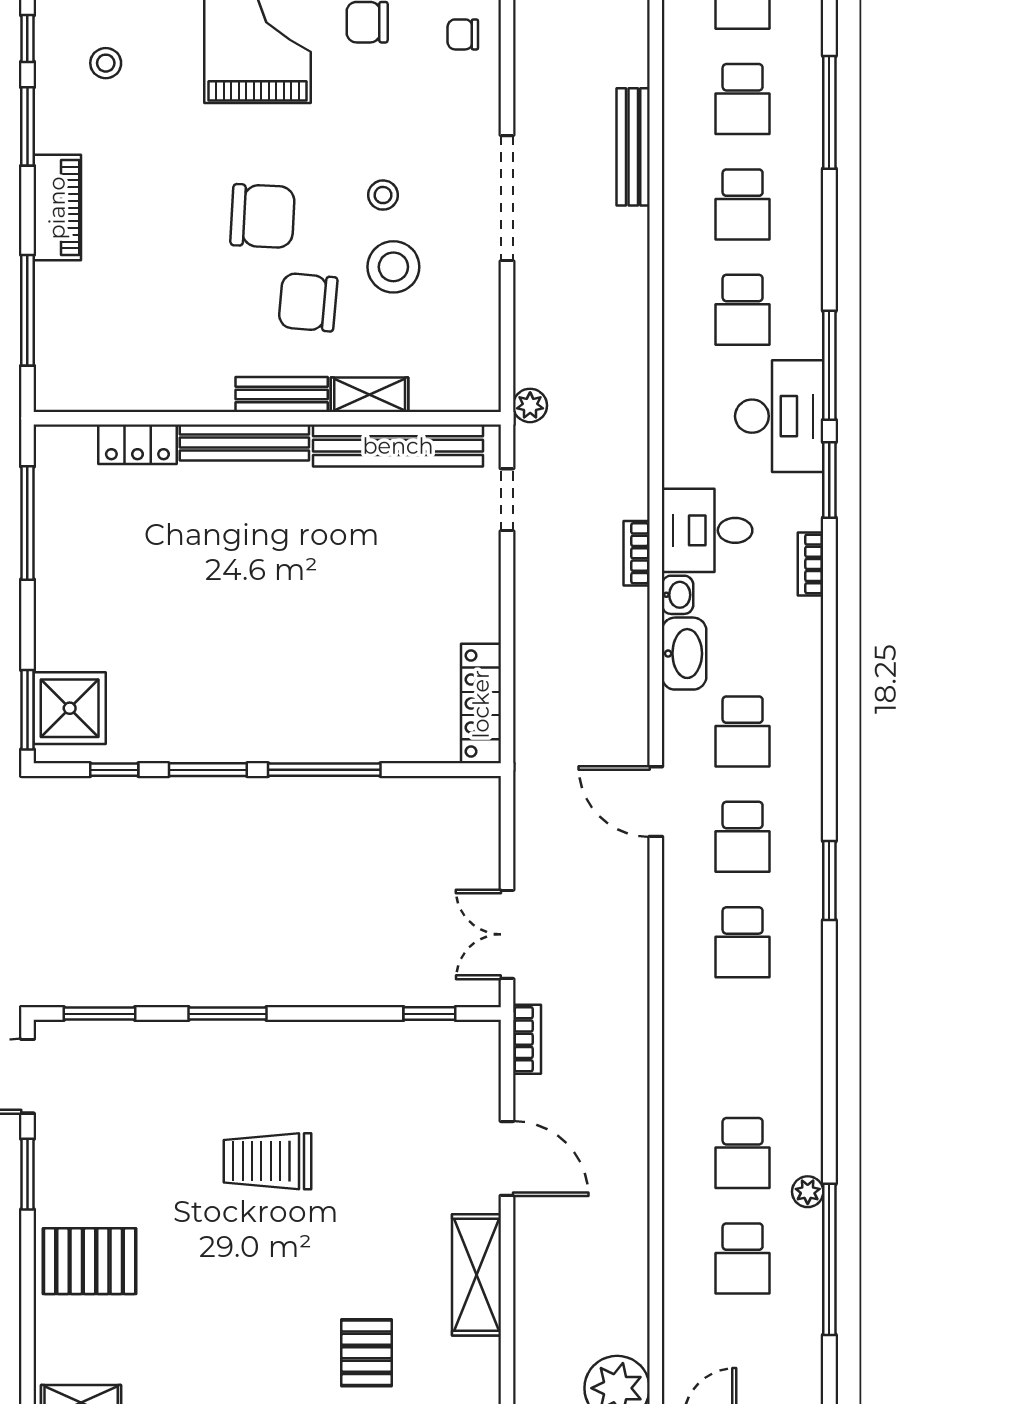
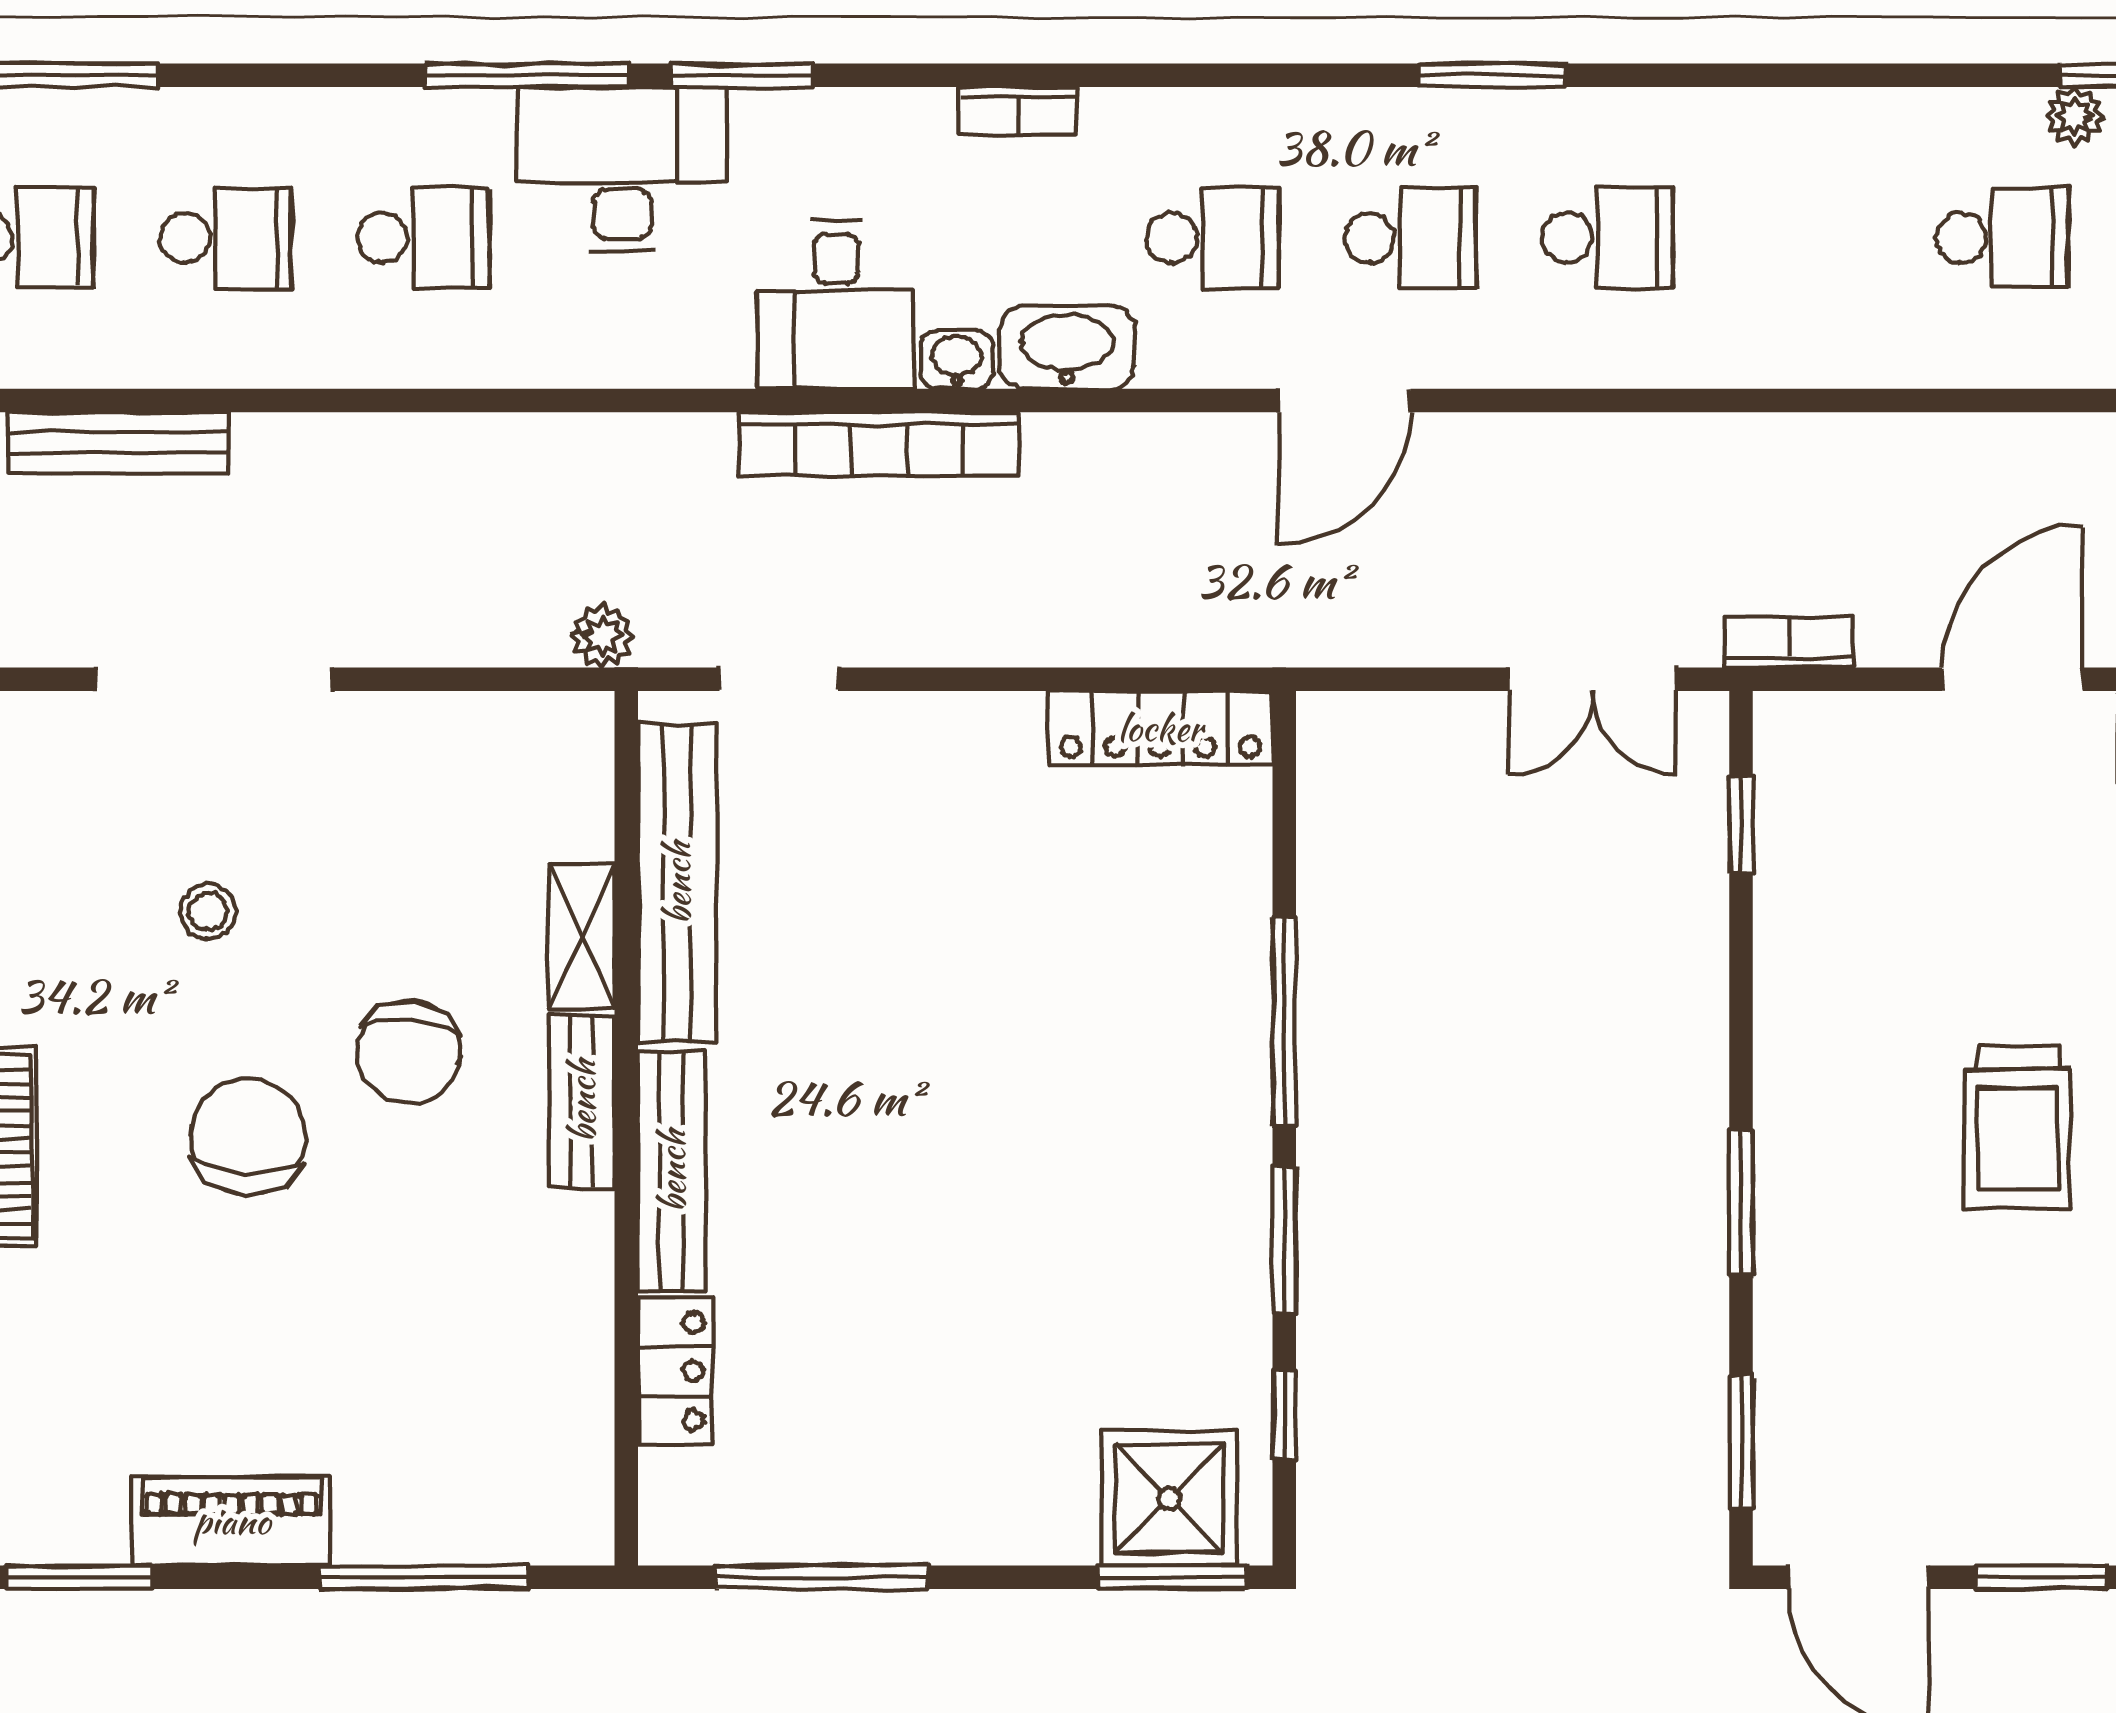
stool: (393, 267) -> (343, 892), removed
bookcase: (637, 553) -> (879, 444), width x2.31, depth x1.31
bookcase: (811, 564) -> (1018, 111), moved

